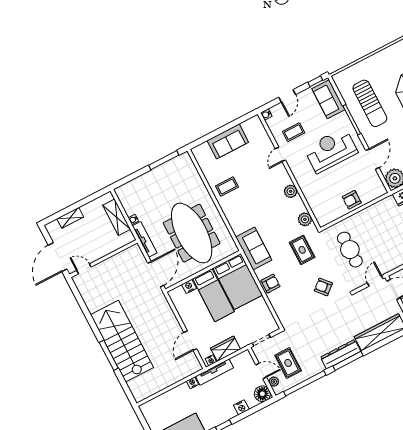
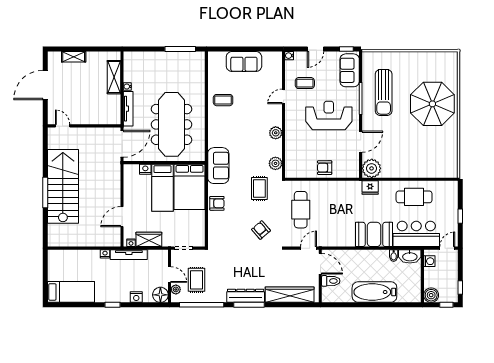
wall: (104, 259) -> (84, 126), moved
door: (84, 269) -> (63, 126), moved

